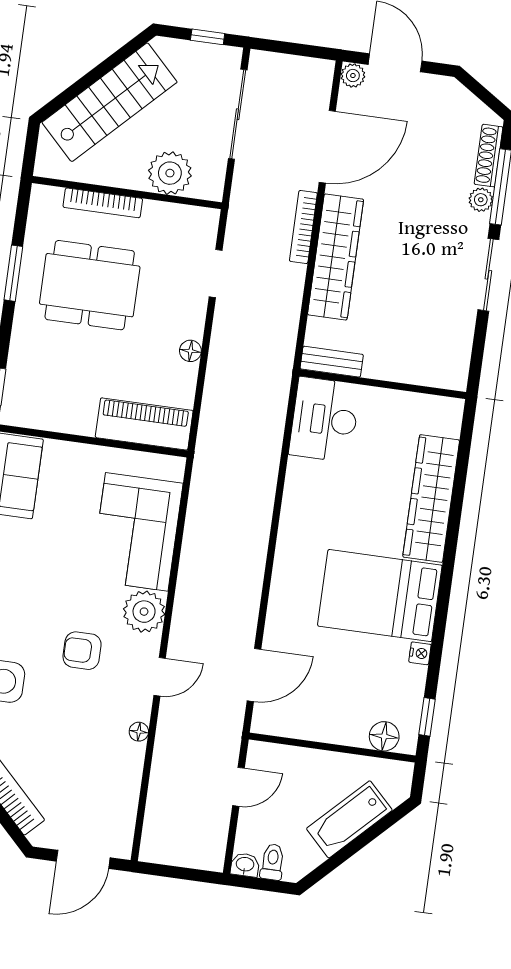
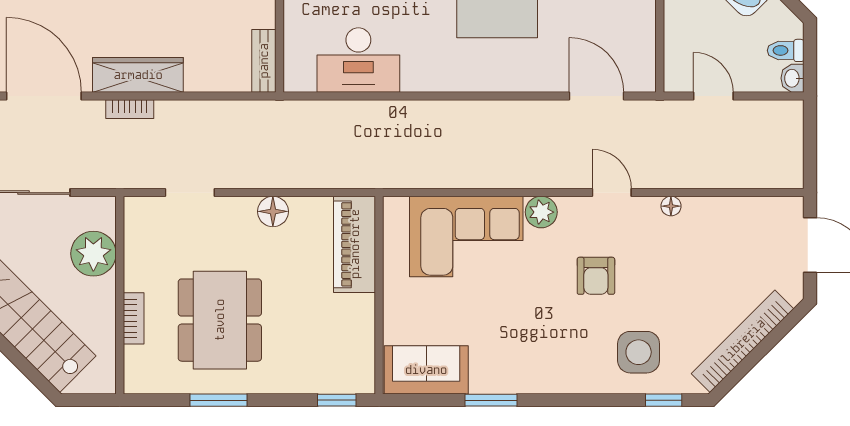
bookcase: (103, 203) -> (134, 318), width x0.64
bookcase: (303, 227) -> (130, 109), width x0.64
wardrobe: (336, 257) -> (138, 75), width x0.71, depth x0.85
floor lamp: (190, 351) -> (273, 211), width x1.37, depth x1.37
desk: (324, 420) -> (358, 60), moved
plant: (144, 612) -> (541, 212), width x0.73, depth x0.73

